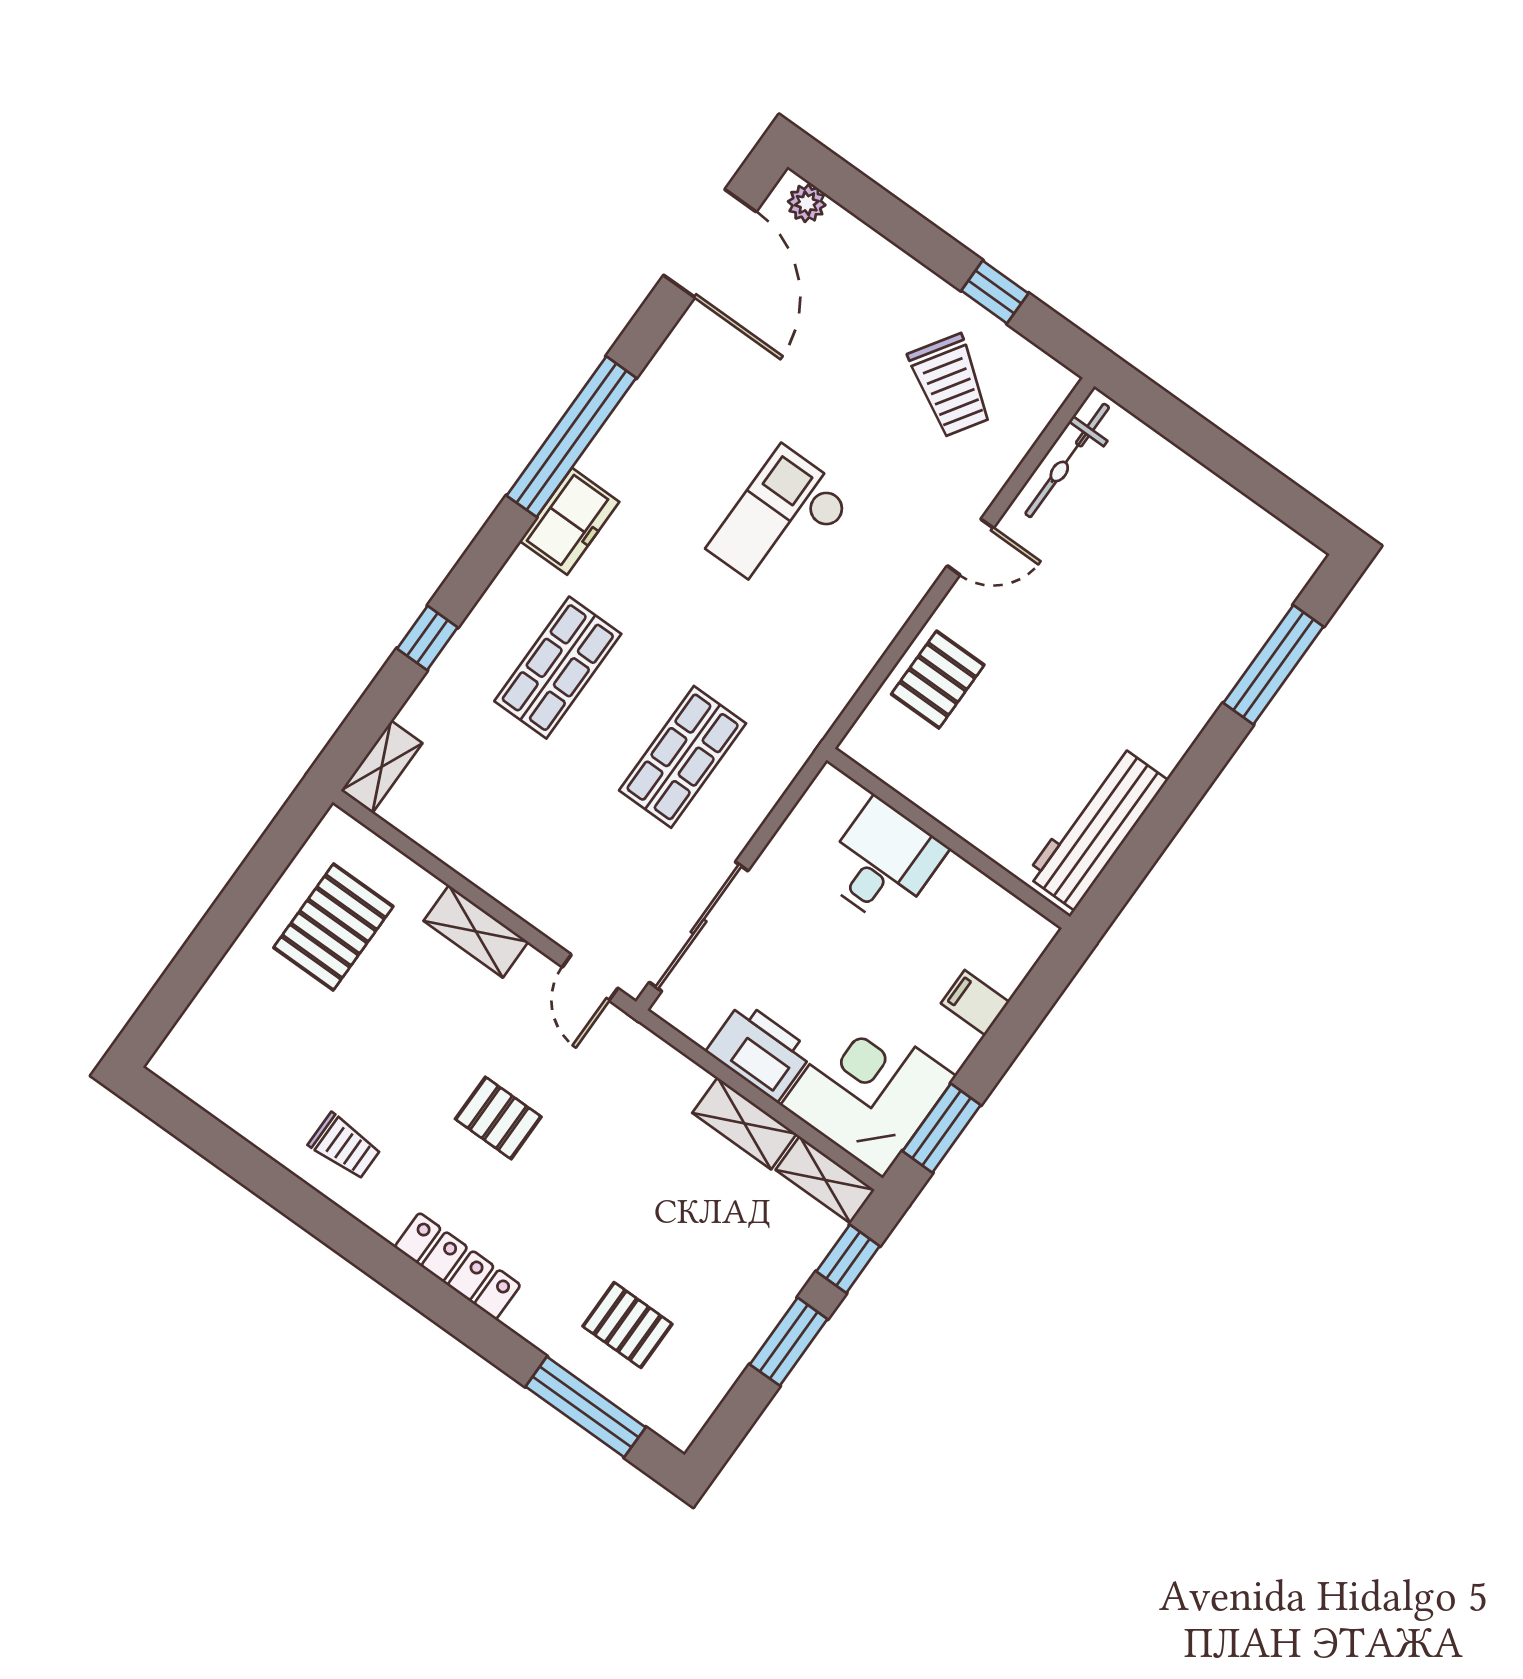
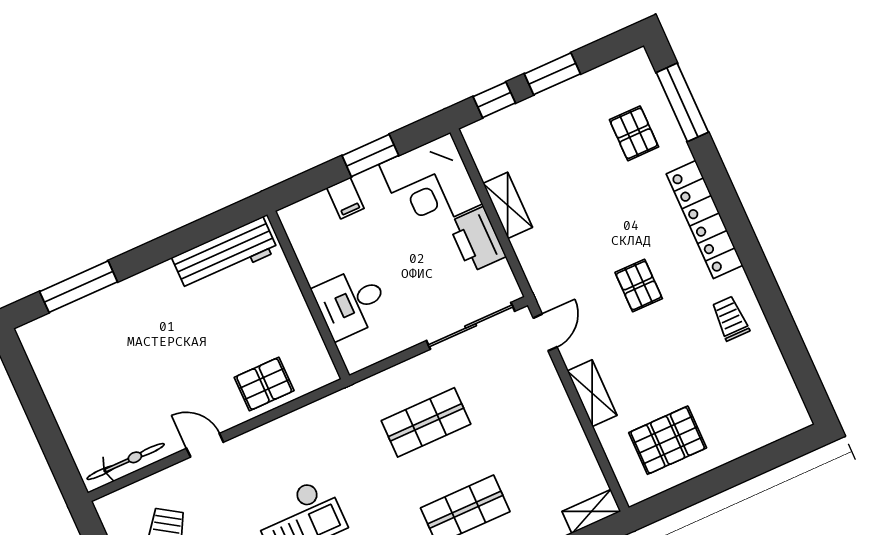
window: (942, 1128) -> (370, 156), moved
shelving: (825, 1180) -> (482, 150), removed
locker: (458, 1266) -> (705, 220), width x1.41, depth x1.21

